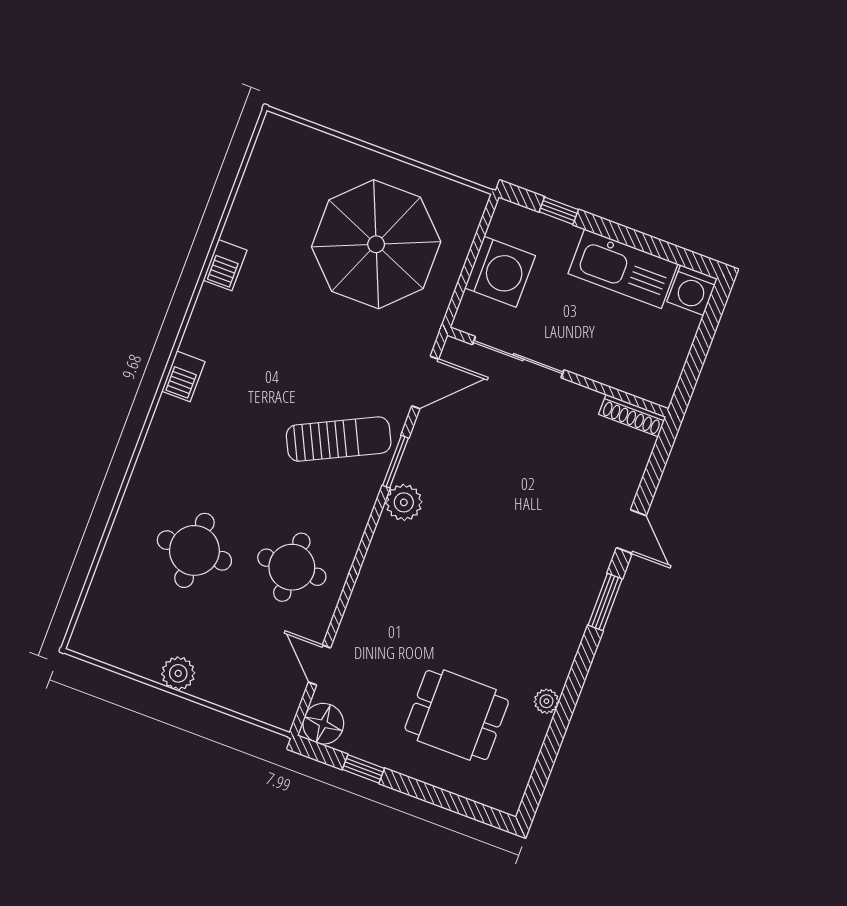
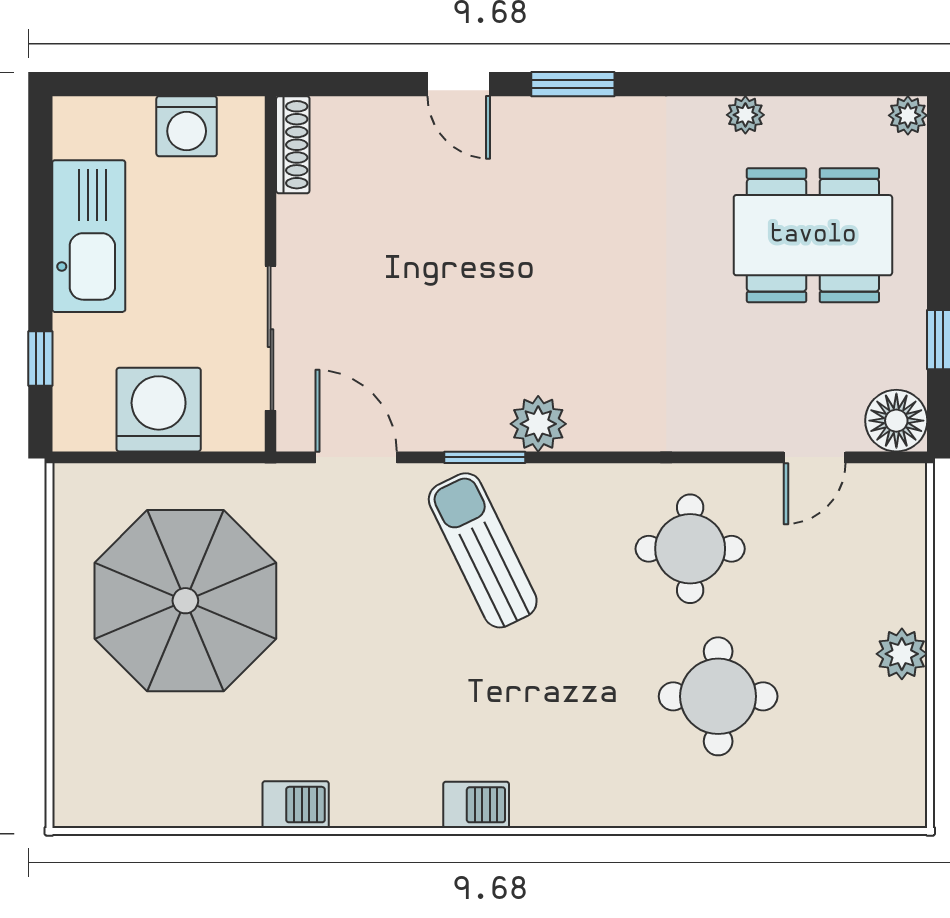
washing machine: (692, 290) -> (187, 126), moved, turned 90
door: (631, 532) -> (459, 84), swing flipped
dining table: (457, 715) -> (813, 235), width x1.37
plant: (509, 801) -> (908, 115), added

